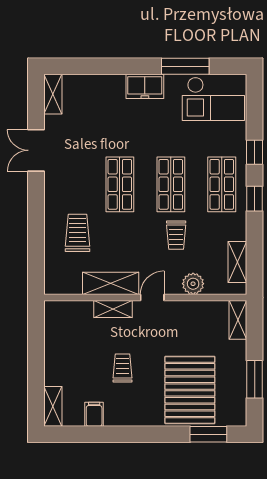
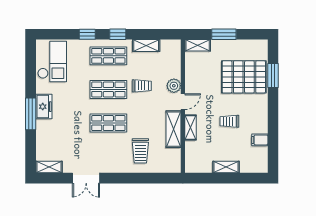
window: (185, 66) -> (31, 114), moved
trolley: (78, 233) -> (140, 151), turned -90
shelving: (237, 262) -> (146, 46), moved
plant: (193, 284) -> (174, 86), moved
door: (152, 297) -> (183, 102), swing flipped
window: (255, 379) -> (224, 34), moved
shelving: (53, 406) -> (226, 167), moved
window: (208, 434) -> (273, 75), moved

